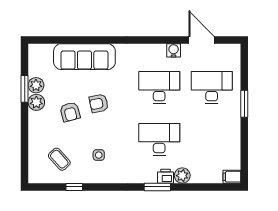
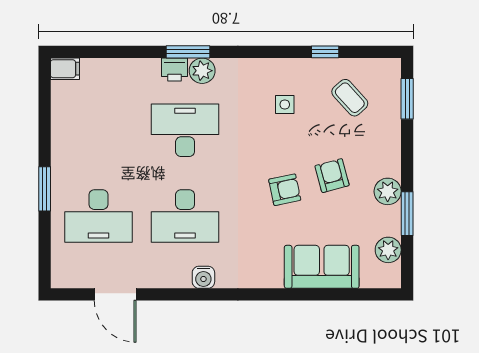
water cooler: (174, 50) -> (203, 277), moved
sofa: (84, 57) -> (322, 267), width x0.73
plant: (36, 85) -> (388, 250), moved
desk: (159, 139) -> (185, 130), turned 180
window: (25, 159) -> (407, 99), added
plant: (182, 176) -> (202, 71), moved

